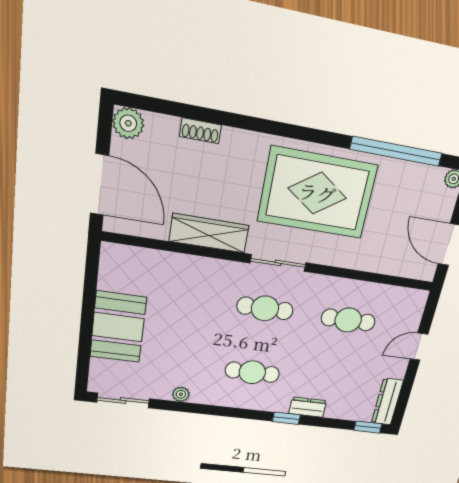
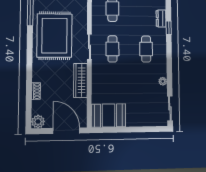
door: (99, 185) -> (66, 131), hinge flipped
booth: (118, 327) -> (109, 115), moved

